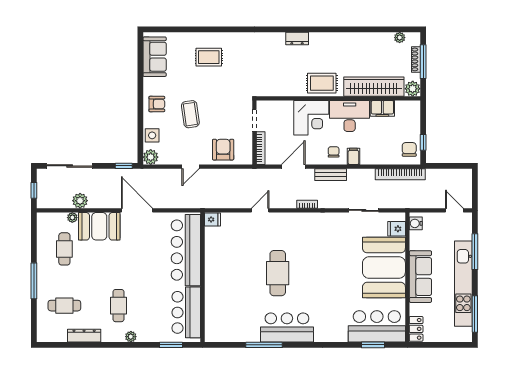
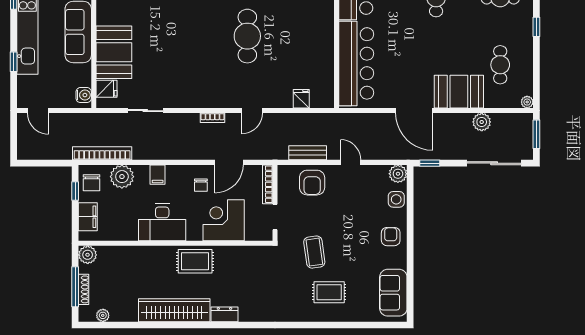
wardrobe: (374, 87) -> (174, 310), moved, turned 180
armchair: (157, 104) -> (391, 237), turned 90
filing cabinet: (382, 108) -> (88, 217), moved, turned 90
coffee table: (190, 114) -> (314, 252), moved
corner desk: (311, 118) -> (224, 220), moved
chair: (334, 152) -> (201, 185), moved
plant: (384, 155) -> (122, 177), added
door: (190, 167) -> (351, 162), hinge flipped
bench: (331, 175) -> (308, 153), moved
window: (34, 190) -> (536, 134), width x1.50
door: (260, 210) -> (252, 111), moved
plant: (72, 218) -> (527, 102), moved
fridge: (212, 219) -> (301, 99), moved, turned 90
window: (475, 252) -> (14, 62), width x0.46
booth: (384, 268) -> (114, 52), width x0.73, depth x0.70
window: (34, 281) -> (536, 27), width x0.46

